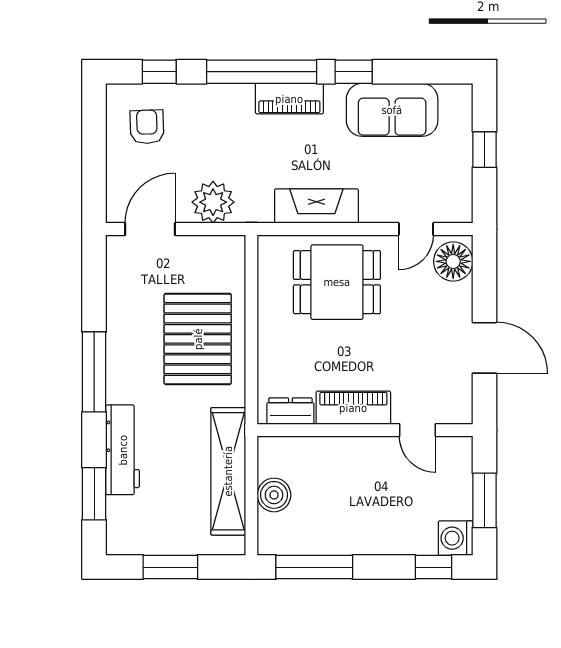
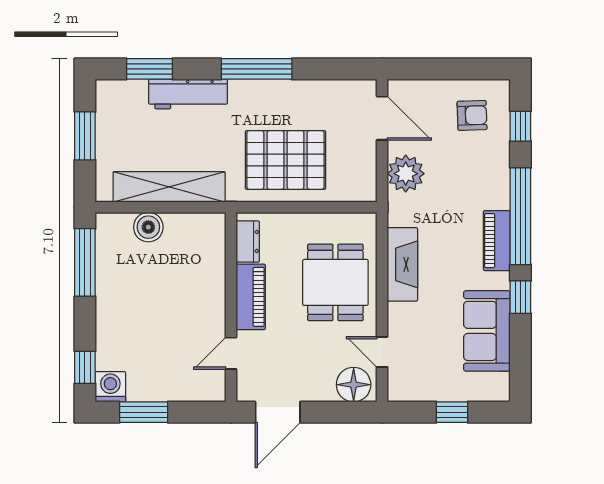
piano: (353, 408) -> (251, 297), moved
dresser: (290, 411) -> (248, 241), moved
wall: (365, 430) -> (231, 307), moved
door: (417, 430) -> (231, 353), moved

